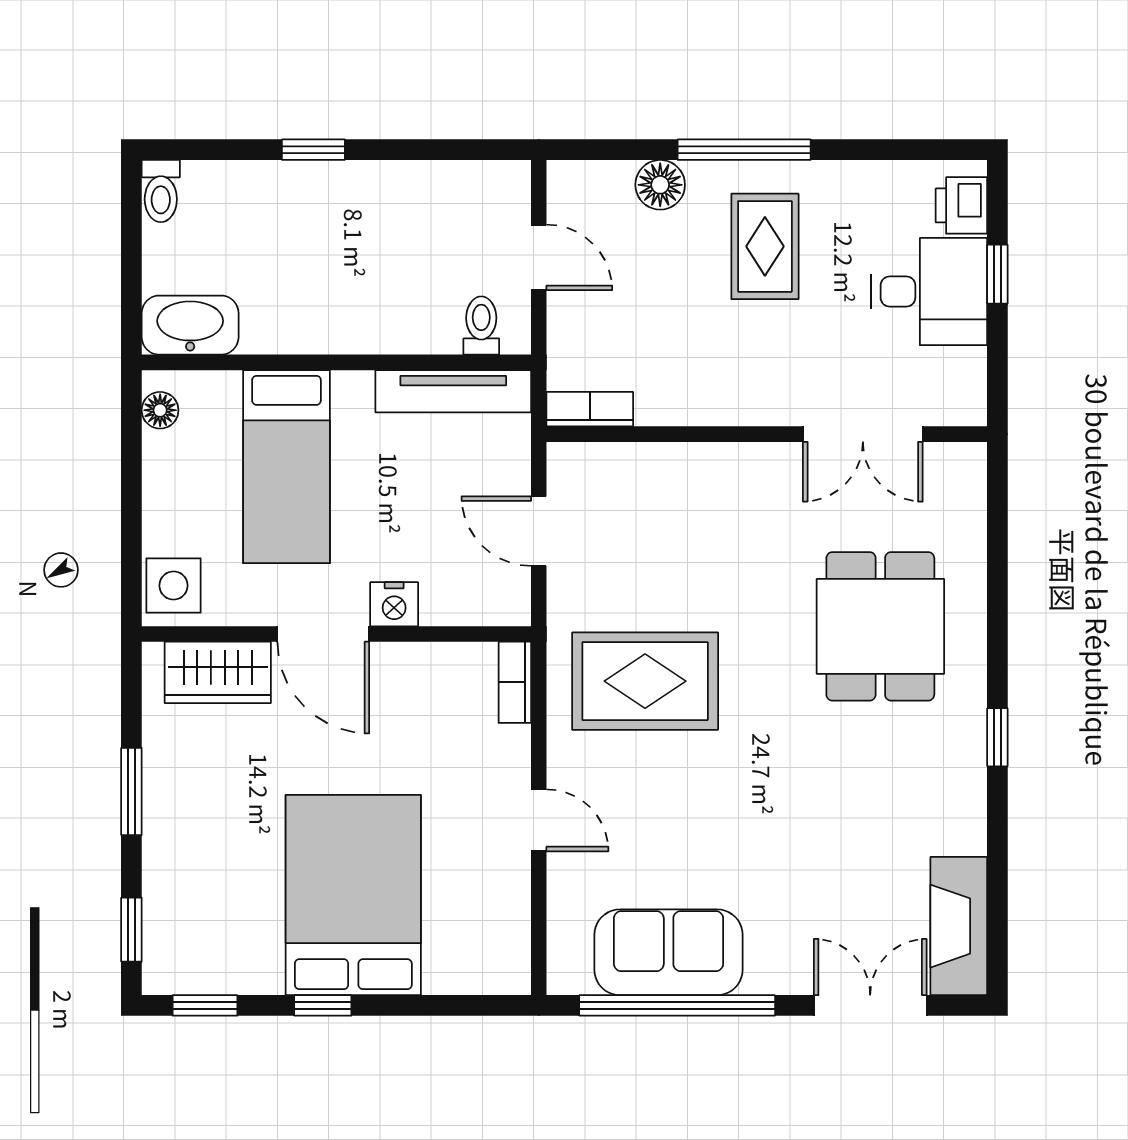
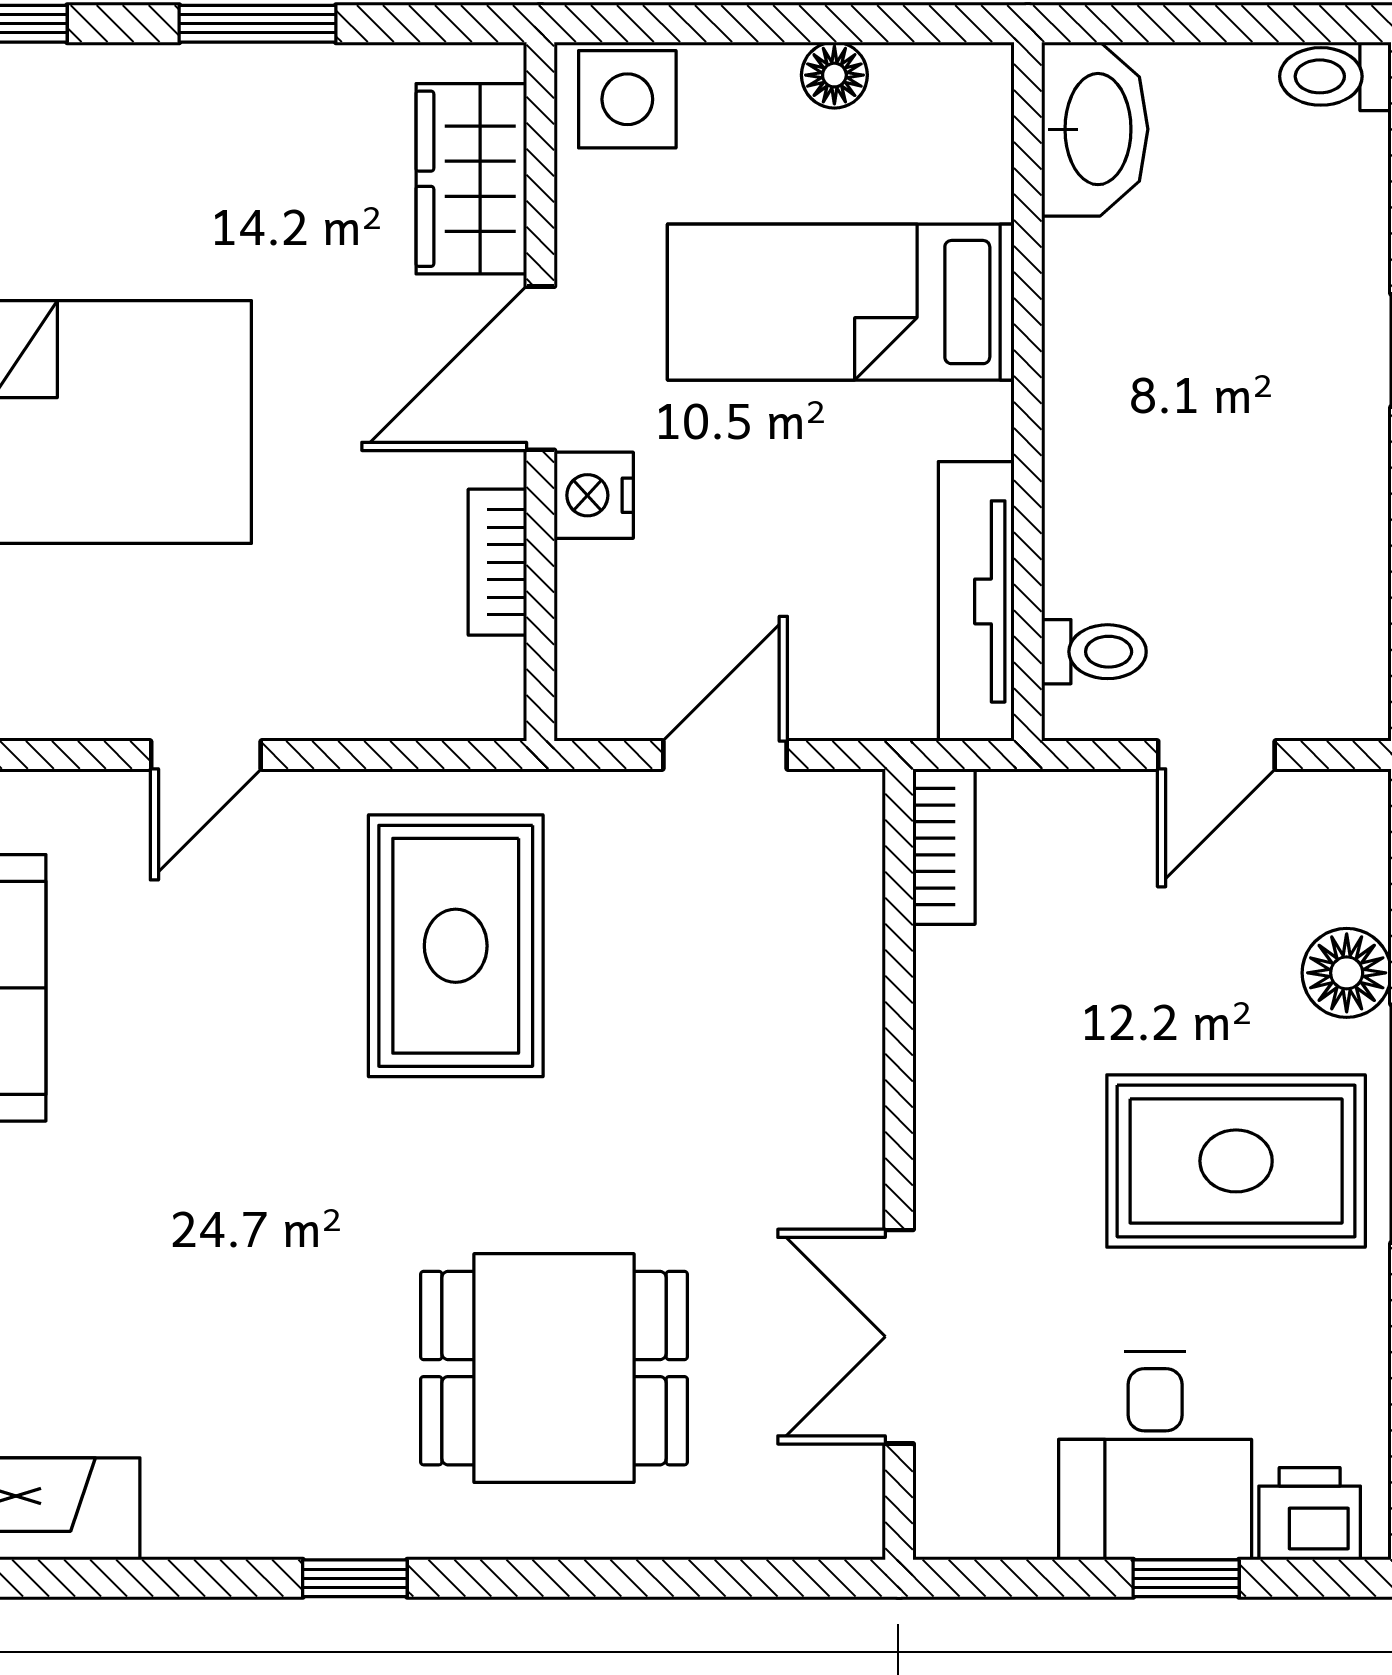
rug: (765, 246) -> (1236, 1161), width x1.36, depth x1.43
floor lamp: (160, 410) -> (834, 75), moved
bookcase: (515, 682) -> (497, 562), moved, turned -90

